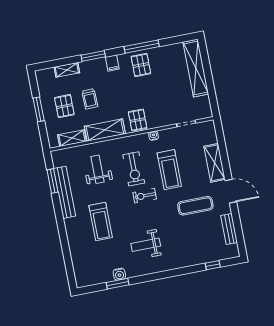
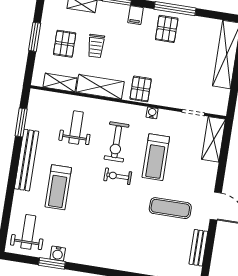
shelving: (214, 163) -> (214, 139), moved
bench: (64, 192) -> (27, 160), moved
weight bench: (146, 245) -> (28, 232), moved, turned 90

